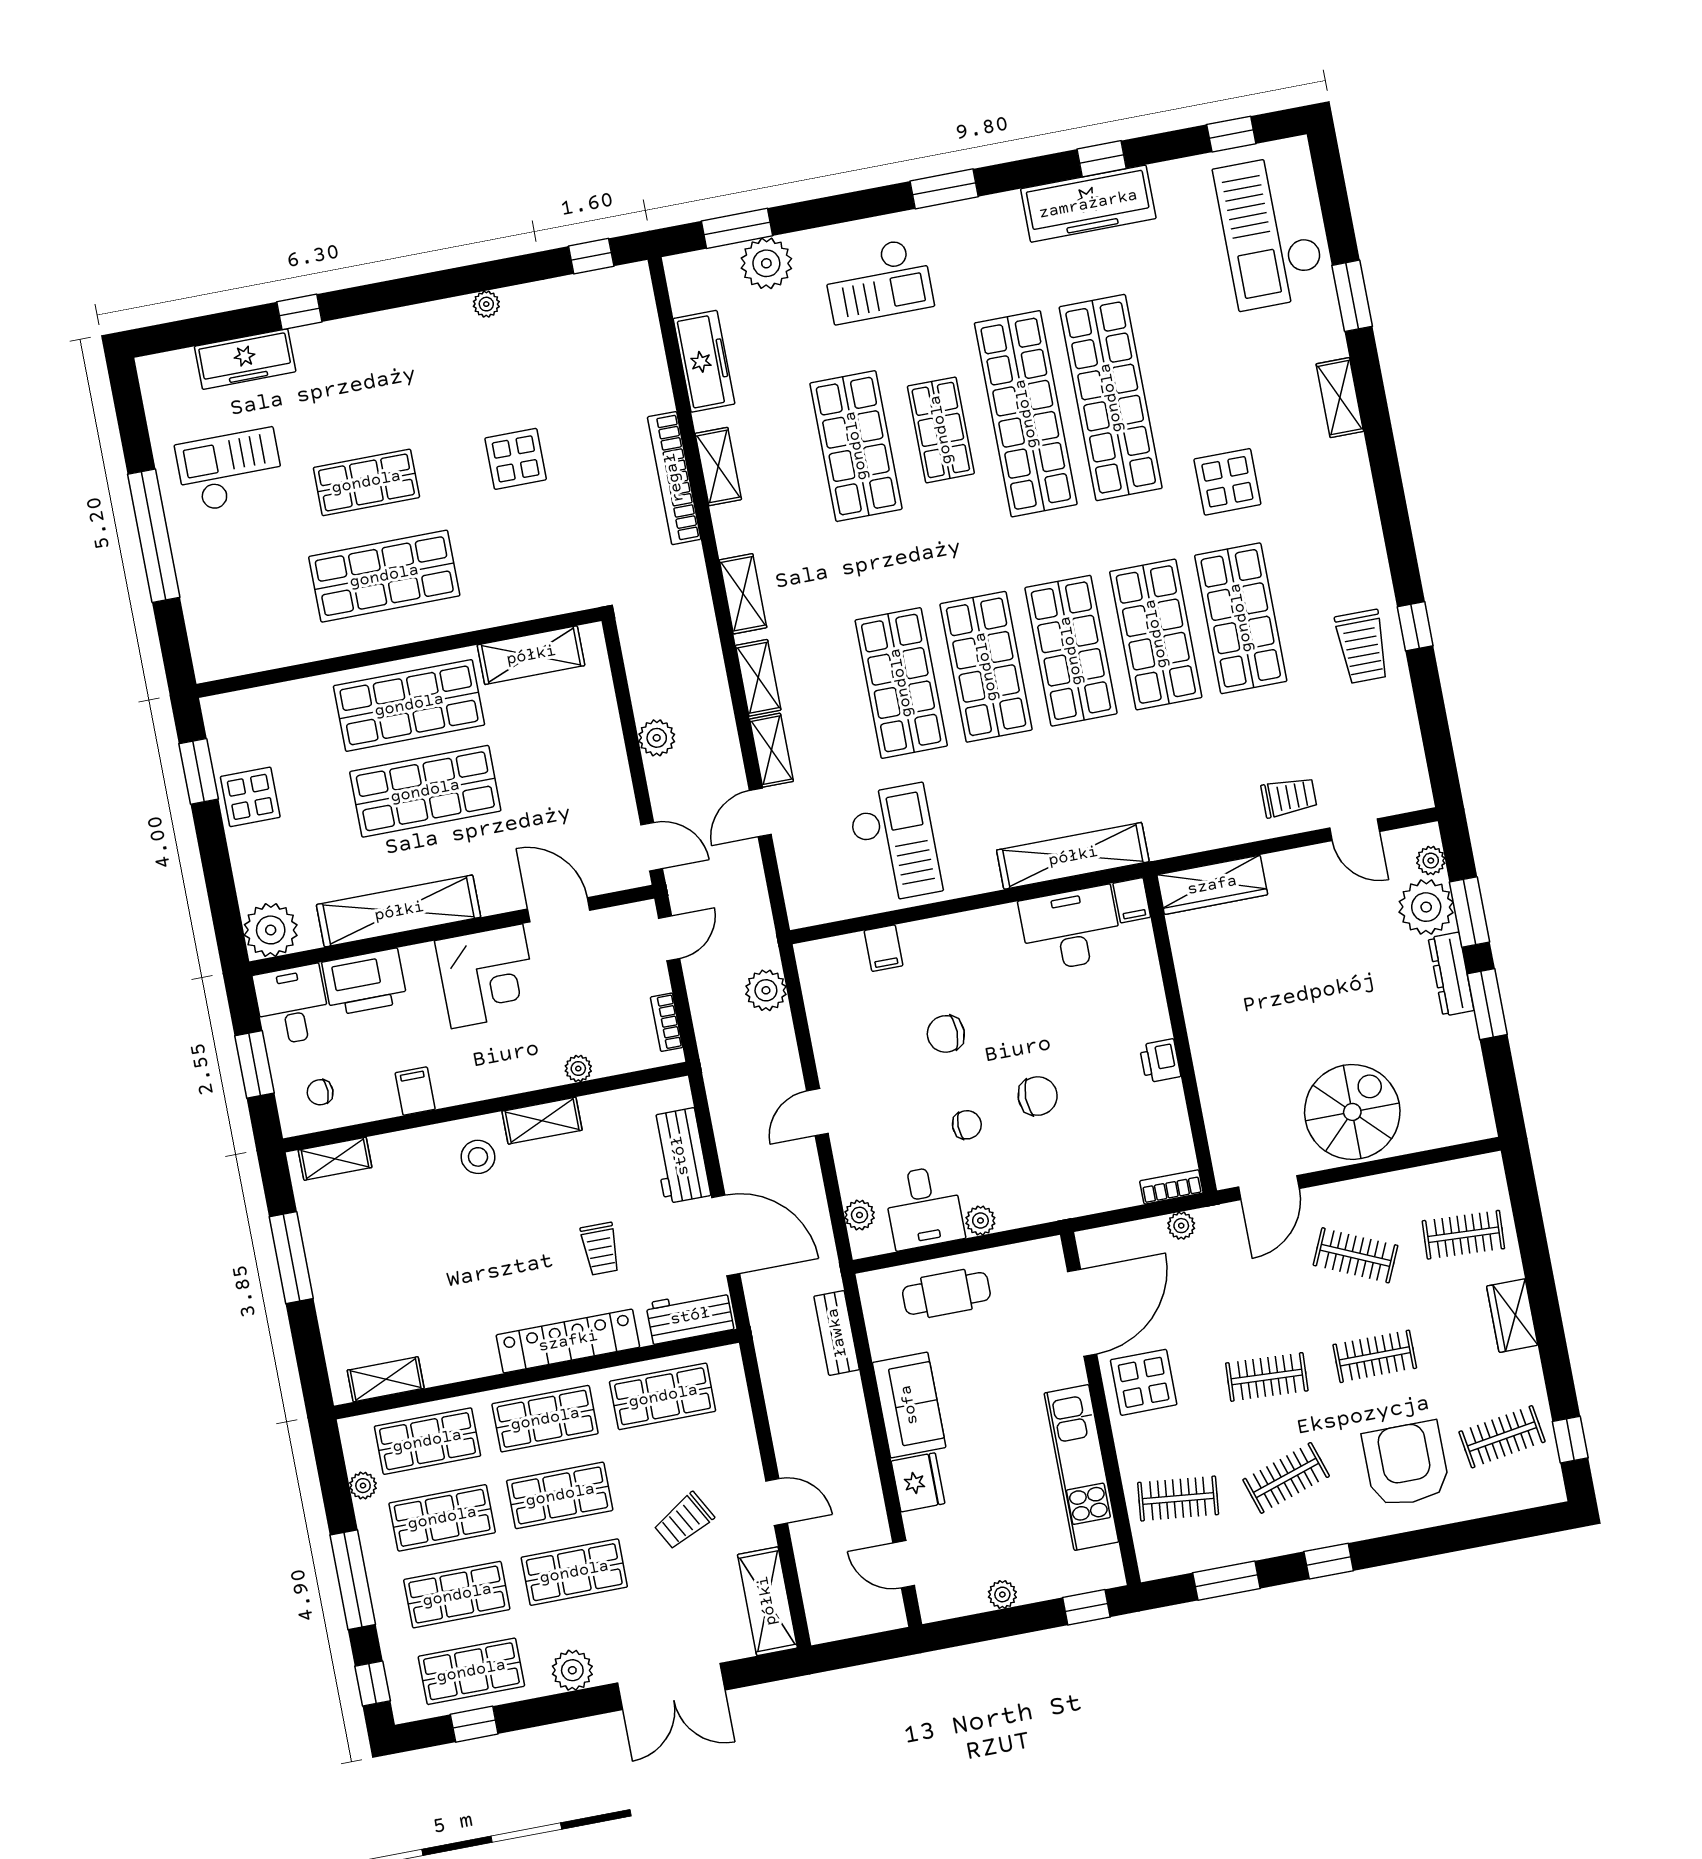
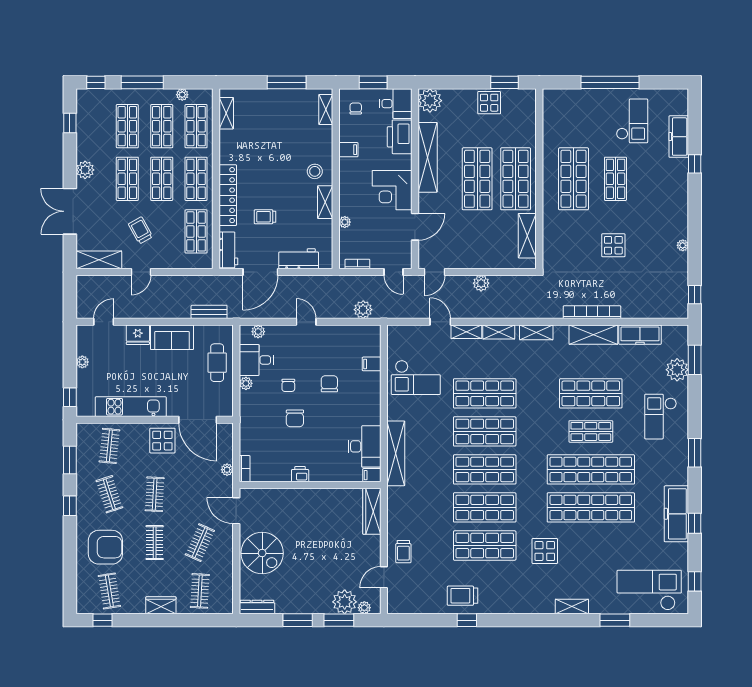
shelving: (718, 466) -> (593, 335), width x1.50, depth x1.33
dresser: (1451, 974) -> (257, 607), moved
shop shelf: (471, 1671) -> (93, 126), removed

